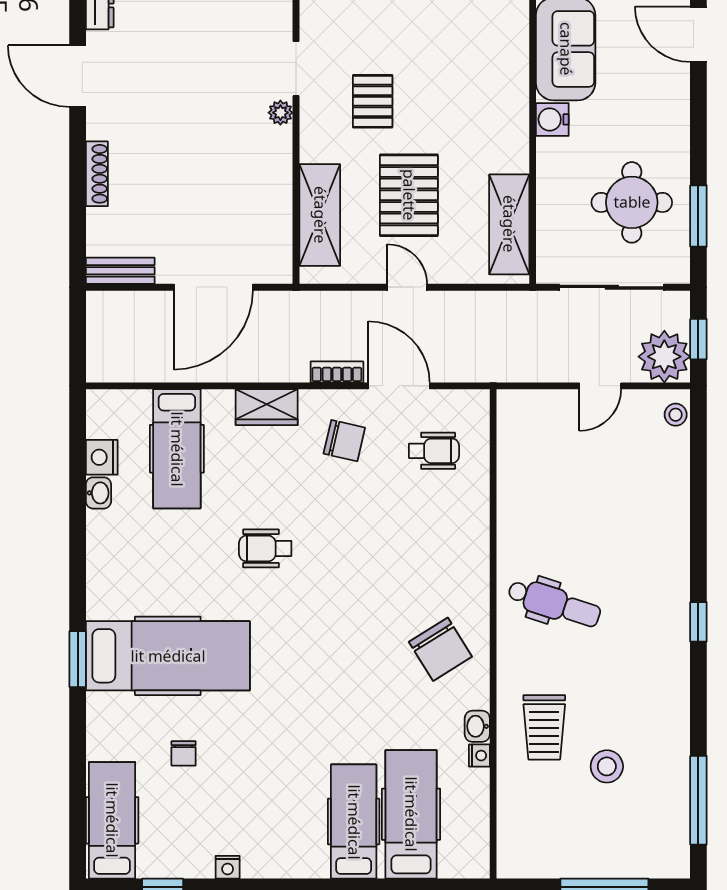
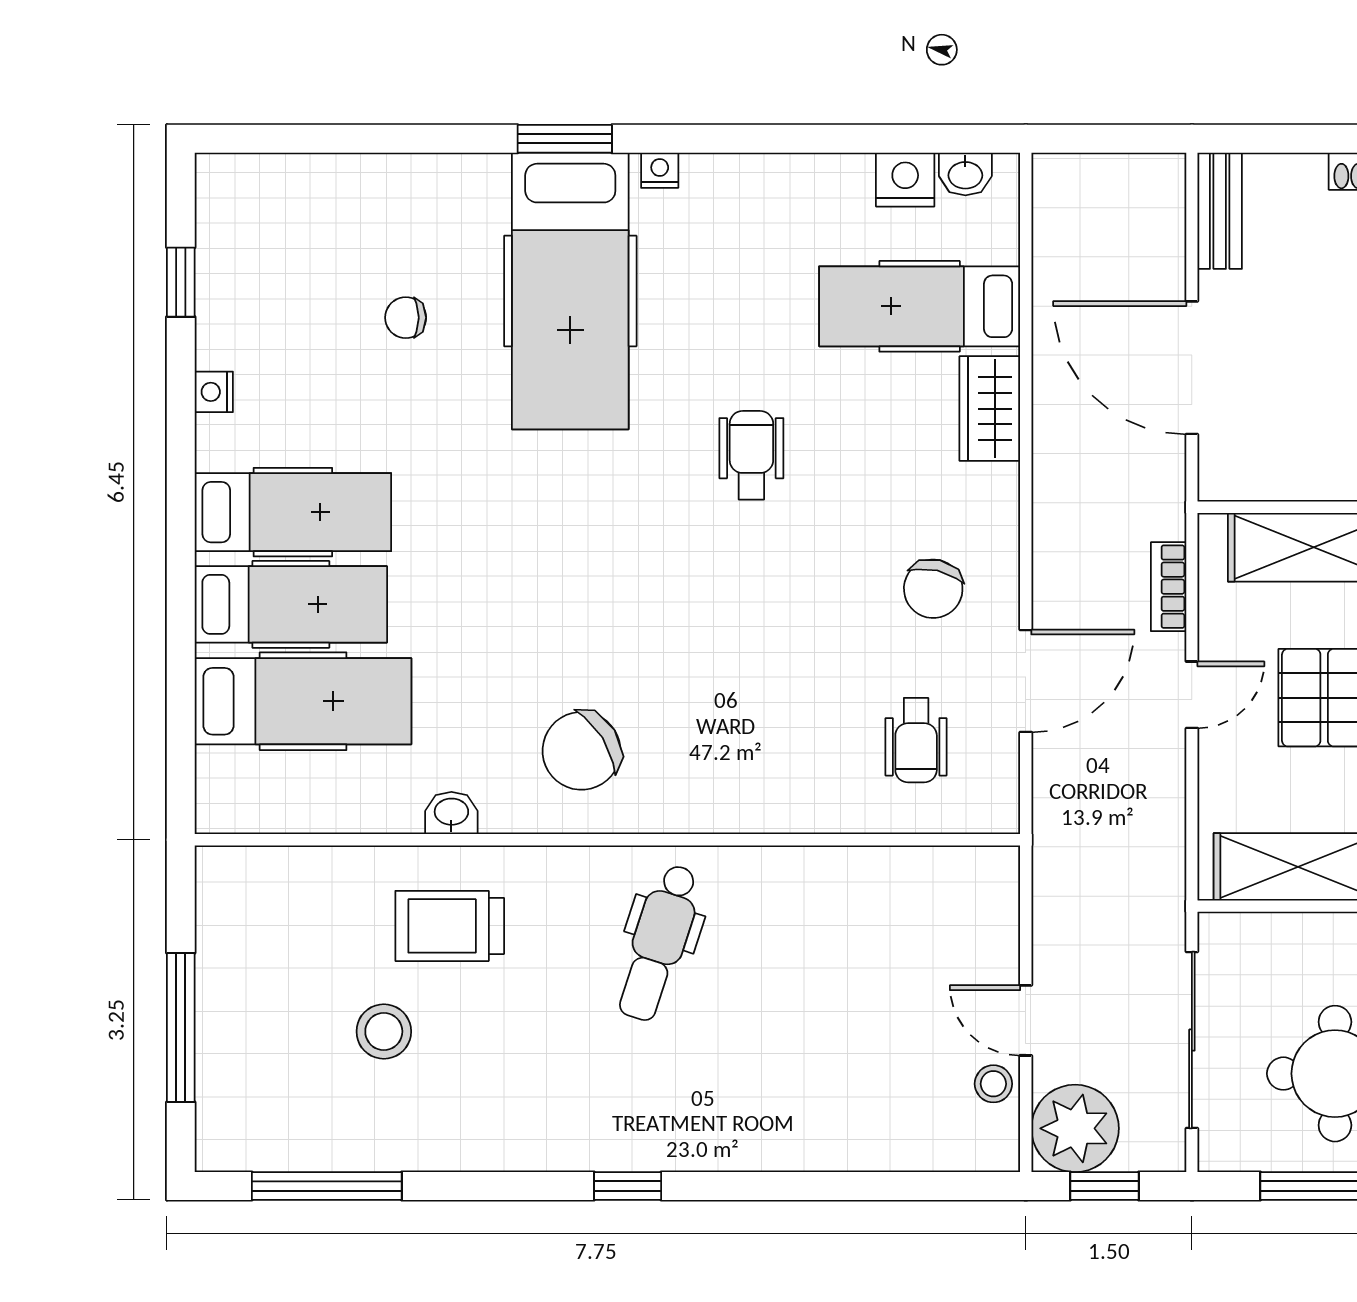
bookcase: (337, 372) -> (1169, 587), moved, turned 180
wardrobe: (267, 407) -> (990, 409), moved
stool: (676, 415) -> (993, 1084), moved
washbasin: (98, 493) -> (965, 174), moved
nightstand: (479, 756) -> (660, 170), moved, turned 180
hospital bed: (112, 820) -> (293, 512), moved

